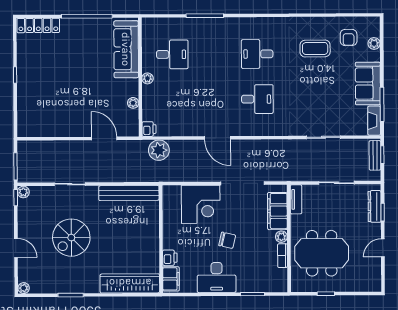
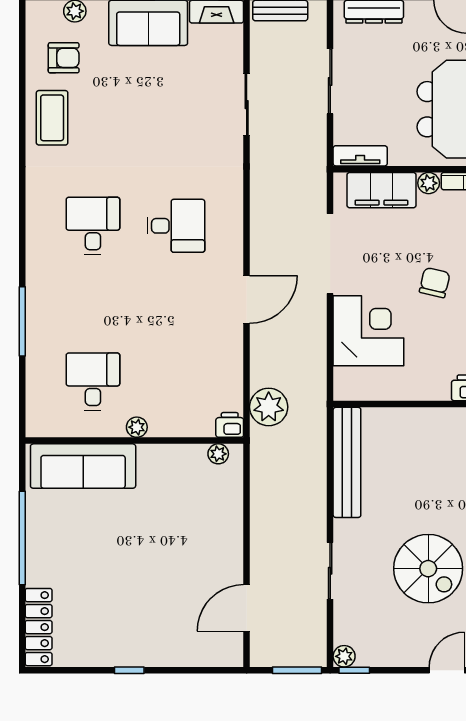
coffee table: (315, 48) -> (52, 118), moved
desk: (257, 54) -> (93, 226), turned 180
desk: (257, 99) -> (176, 226), turned 90
plant: (133, 103) -> (218, 454), moved
door: (104, 138) -> (247, 608), moved

